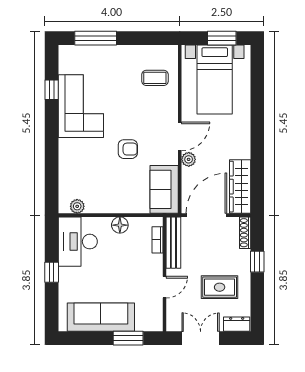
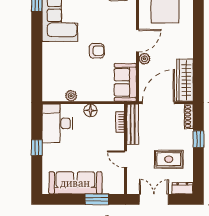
plant: (77, 206) -> (71, 96), moved
door: (165, 287) -> (126, 159), swing flipped

